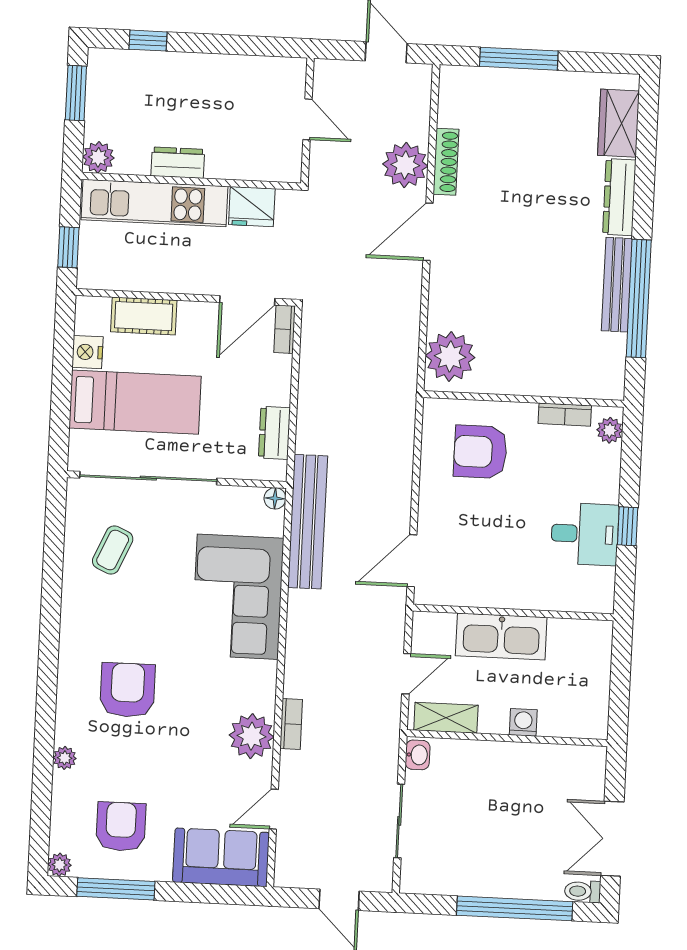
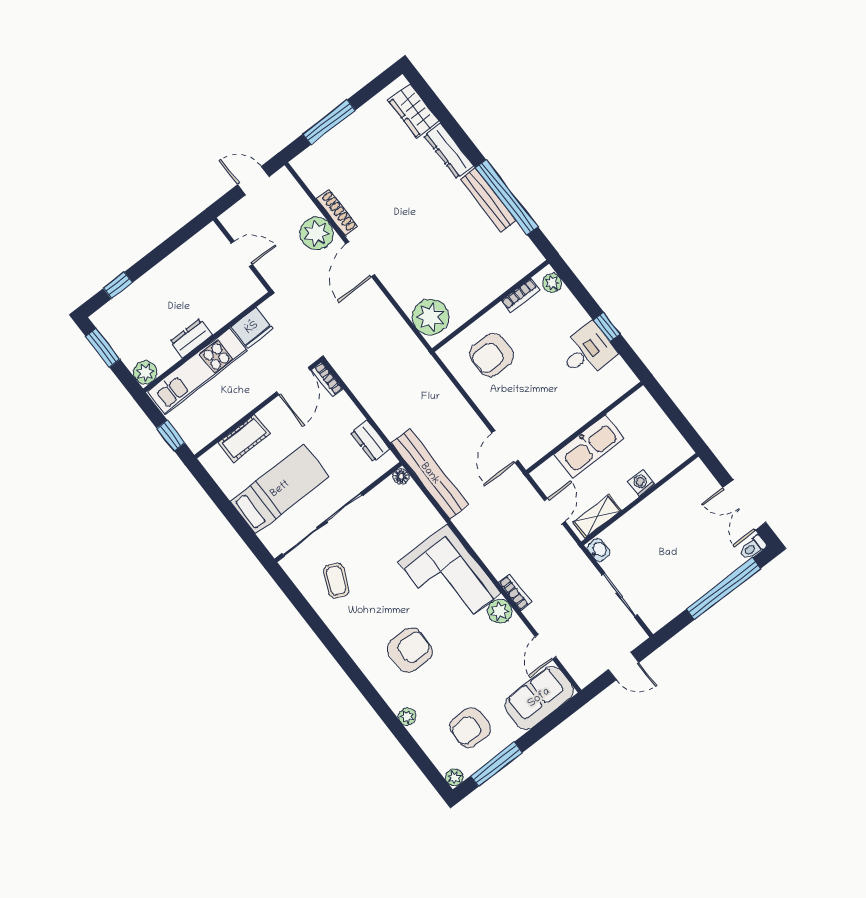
nightstand: (87, 352) -> (230, 484), removed
corner sofa: (238, 597) -> (450, 577), moved
armchair: (128, 690) -> (410, 650), turned 90
plant: (251, 736) -> (500, 611), width x0.73, depth x0.73
armchair: (121, 827) -> (470, 728), turned -90

